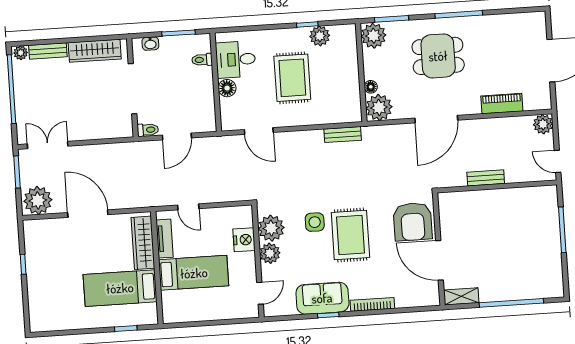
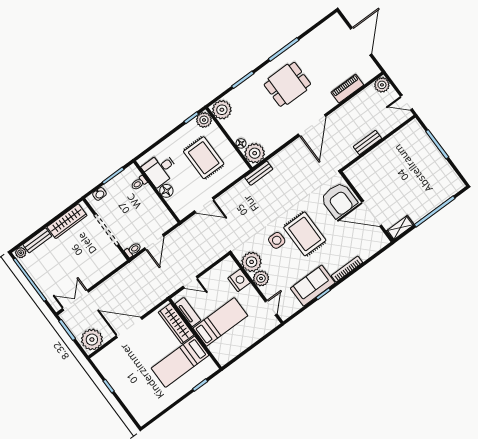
plant: (374, 36) -> (222, 110), moved
wall: (361, 73) -> (229, 138), moved
floor lamp: (371, 87) -> (241, 143), moved
plant: (379, 108) -> (255, 153), moved

